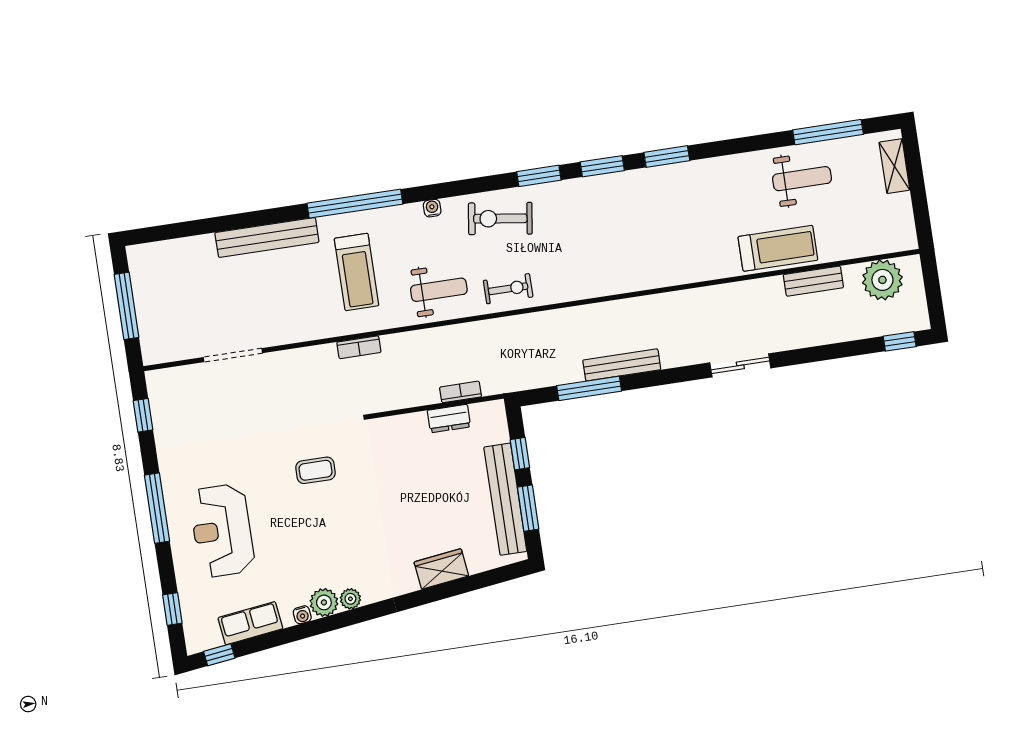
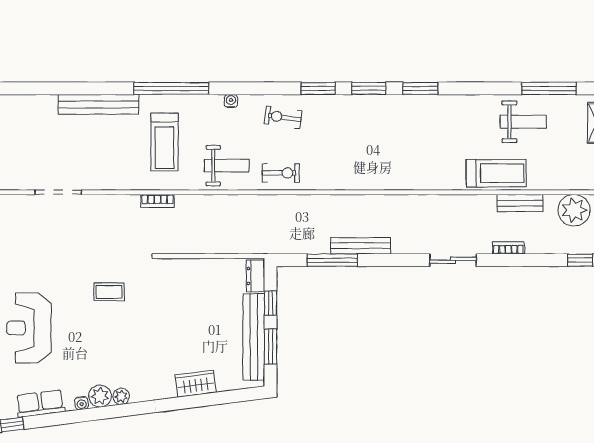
exercise bike: (500, 219) -> (283, 117), width x0.73, depth x0.72
bookcase: (461, 392) -> (508, 248), moved
dresser: (449, 419) -> (255, 276), moved, turned 90

